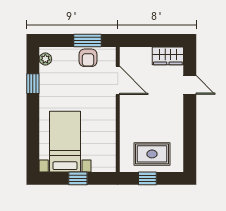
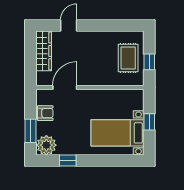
window: (87, 40) -> (30, 131), moved
wardrobe: (168, 56) -> (44, 51), width x1.50
plant: (45, 59) -> (46, 145), width x1.87, depth x1.87

